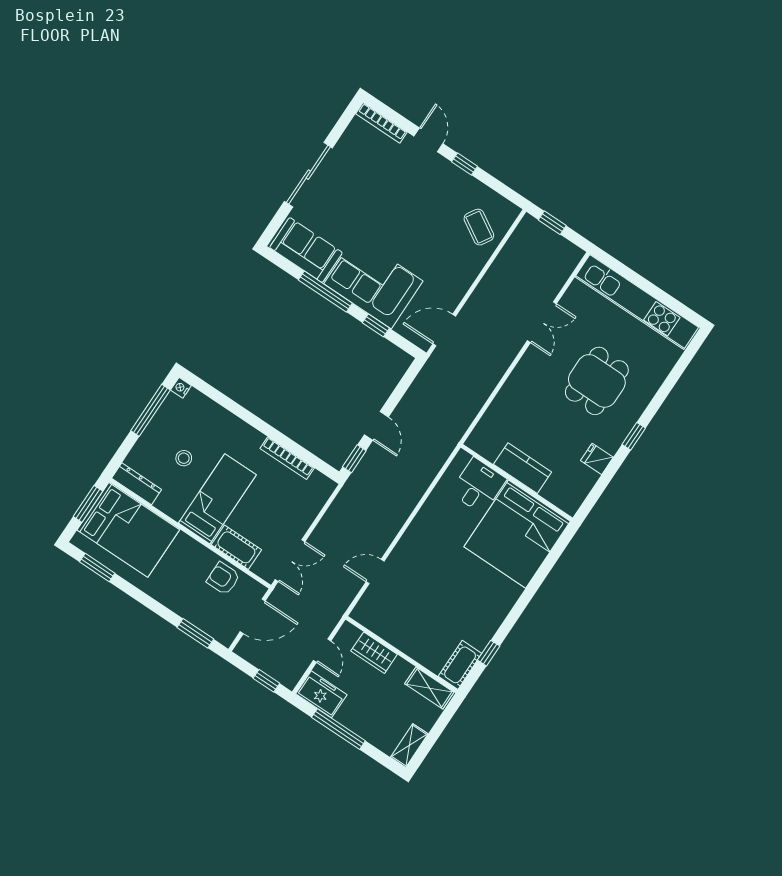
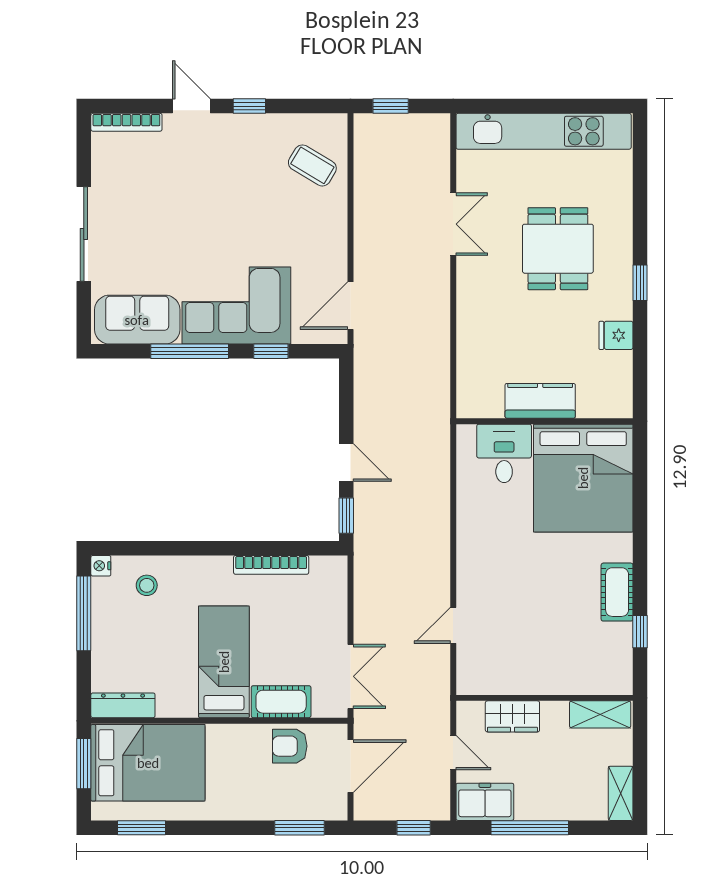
stool: (184, 458) -> (147, 585), moved
cot: (460, 665) -> (617, 592), moved

